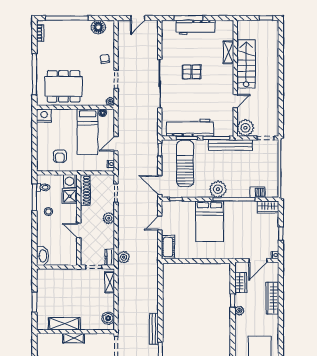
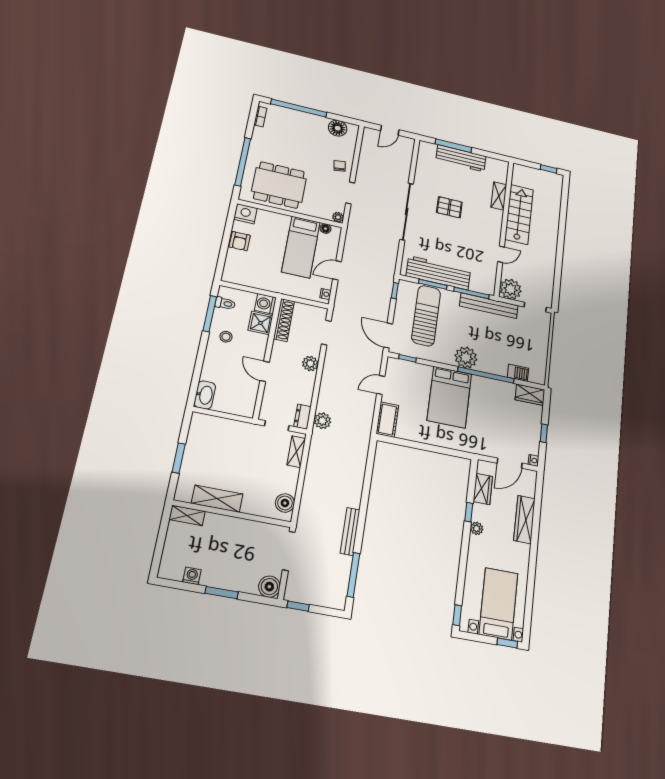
armchair: (60, 156) -> (240, 241), moved
shelving: (73, 338) -> (187, 515), moved

